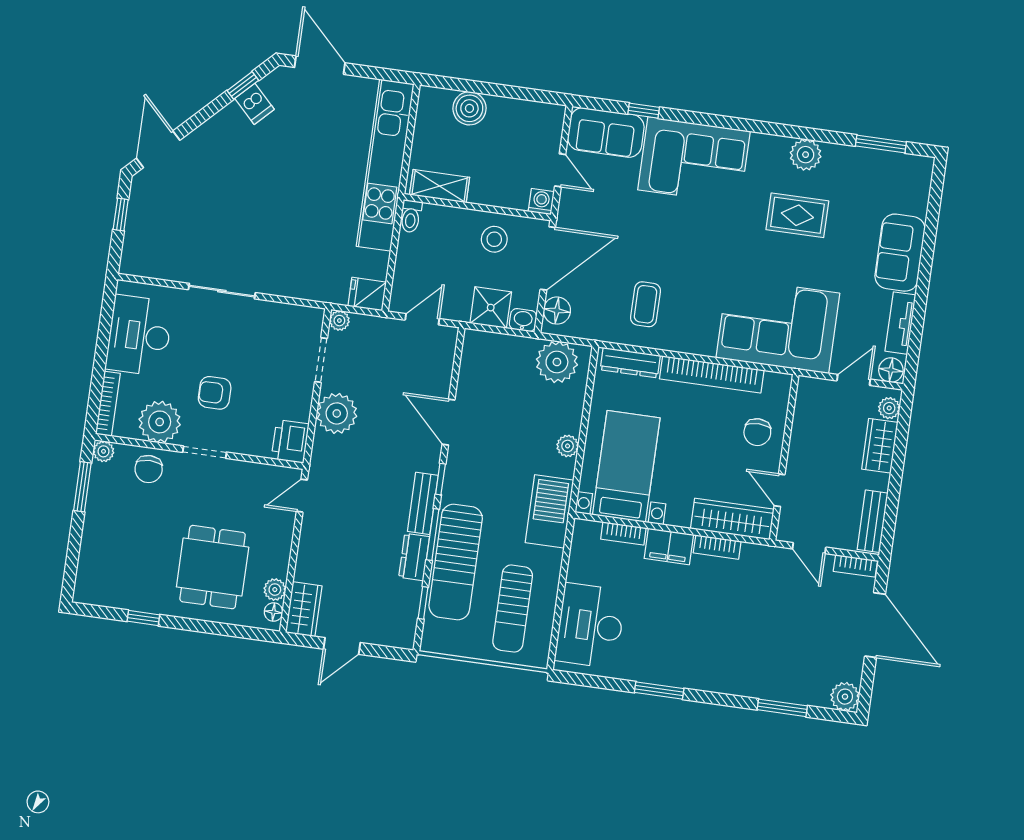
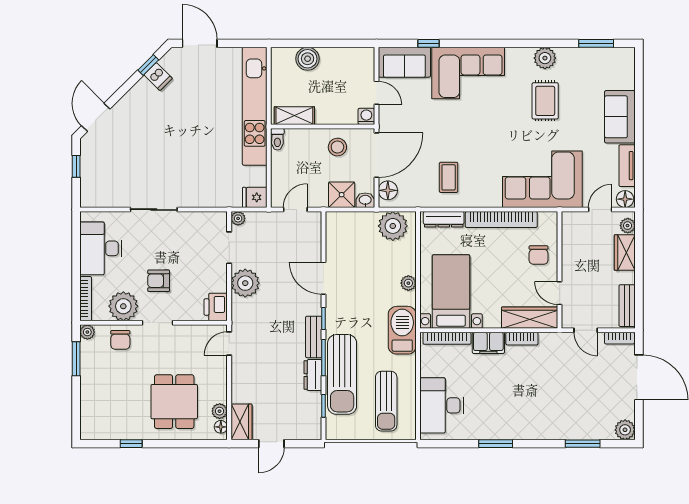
rug: (797, 215) -> (545, 101), turned 90
bookcase: (623, 534) -> (447, 338), width x1.56

